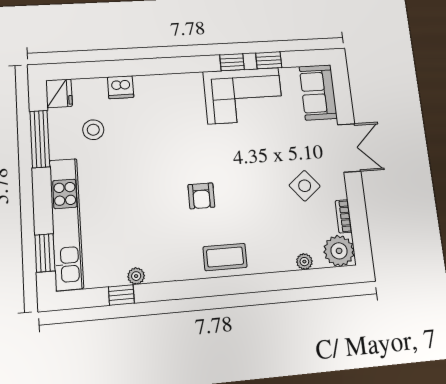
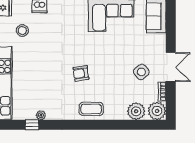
double door: (349, 148) -> (171, 67), moved
armchair: (201, 196) -> (81, 73), turned 82
plant: (304, 262) -> (136, 111), width x1.88, depth x1.88

